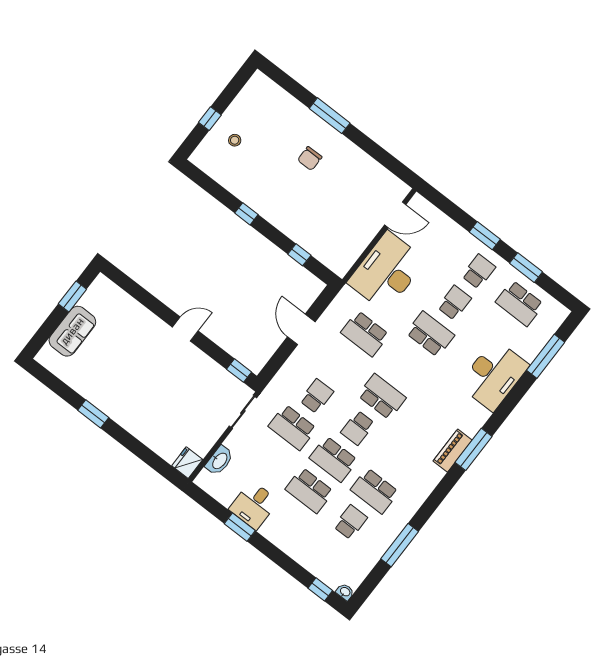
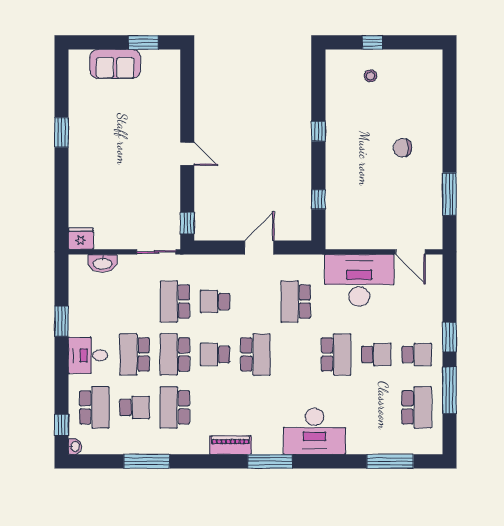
window: (330, 116) -> (449, 194), moved
window: (526, 268) -> (449, 390), width x1.44
school desk: (520, 303) -> (417, 407), turned 180
desk: (494, 375) -> (314, 431), moved
school desk: (317, 396) -> (215, 302), turned 180
piano: (453, 451) -> (230, 445), moved
desk: (254, 505) -> (88, 355), moved
school desk: (326, 553) -> (94, 407), added

